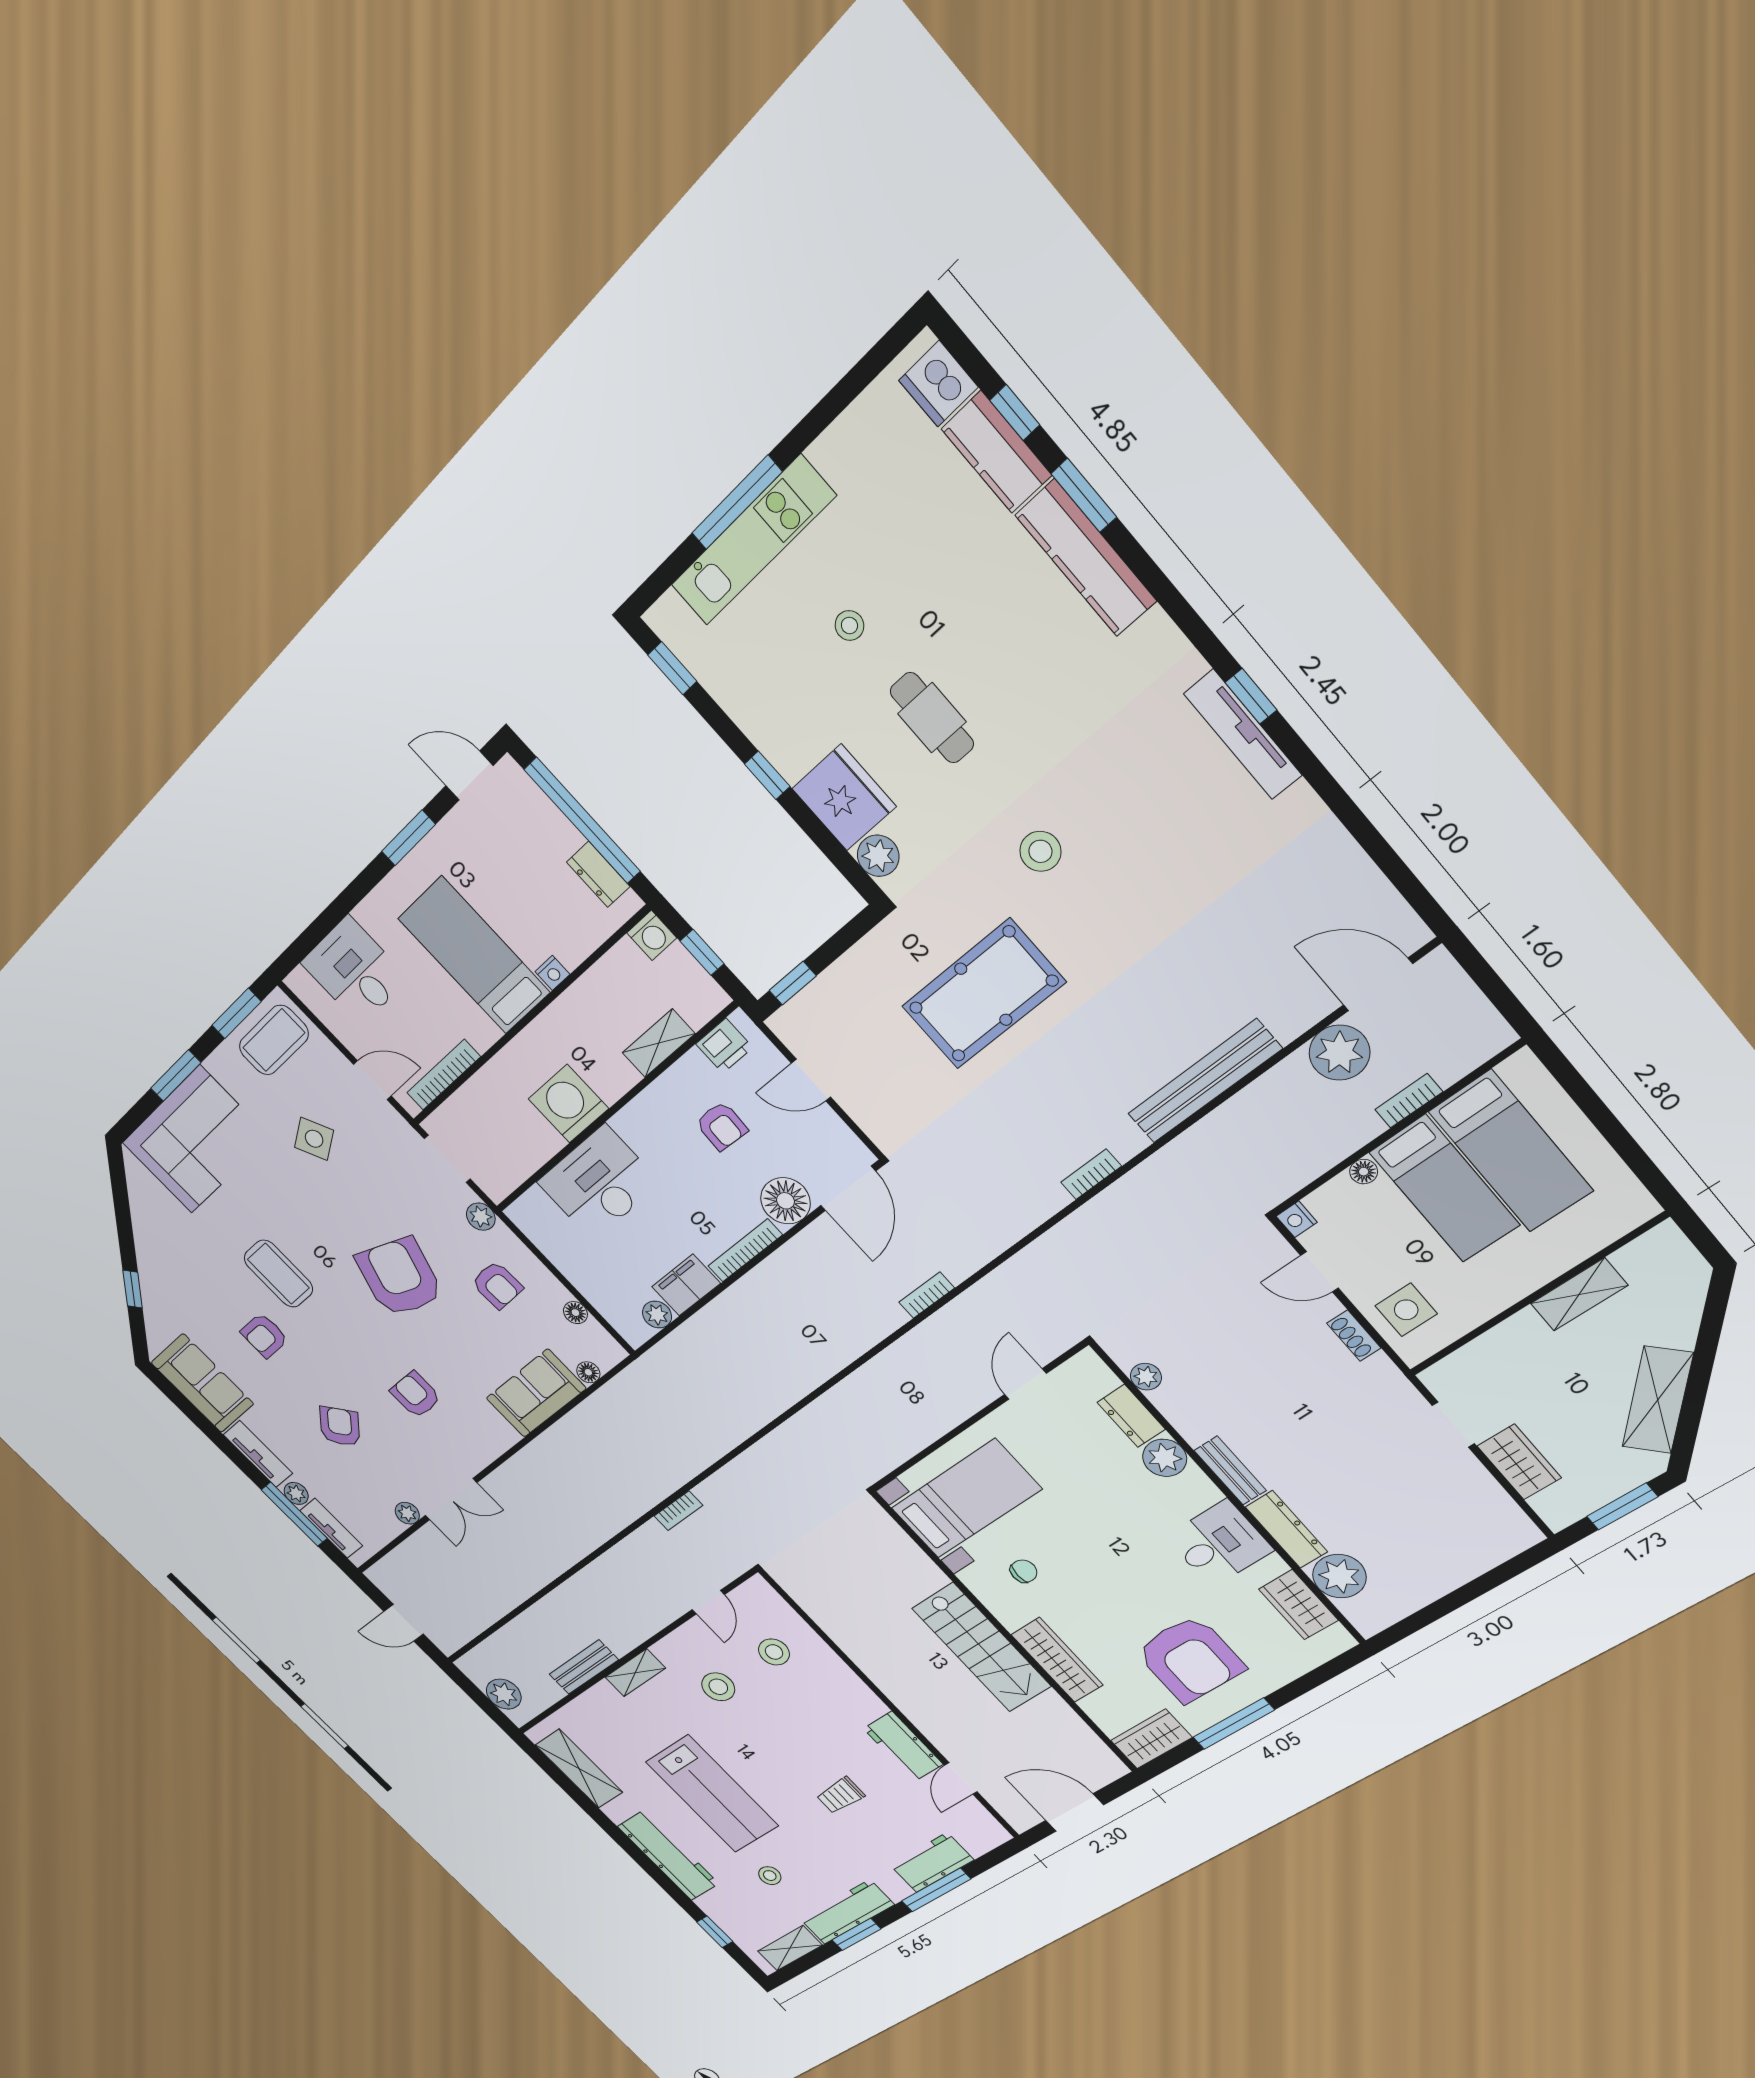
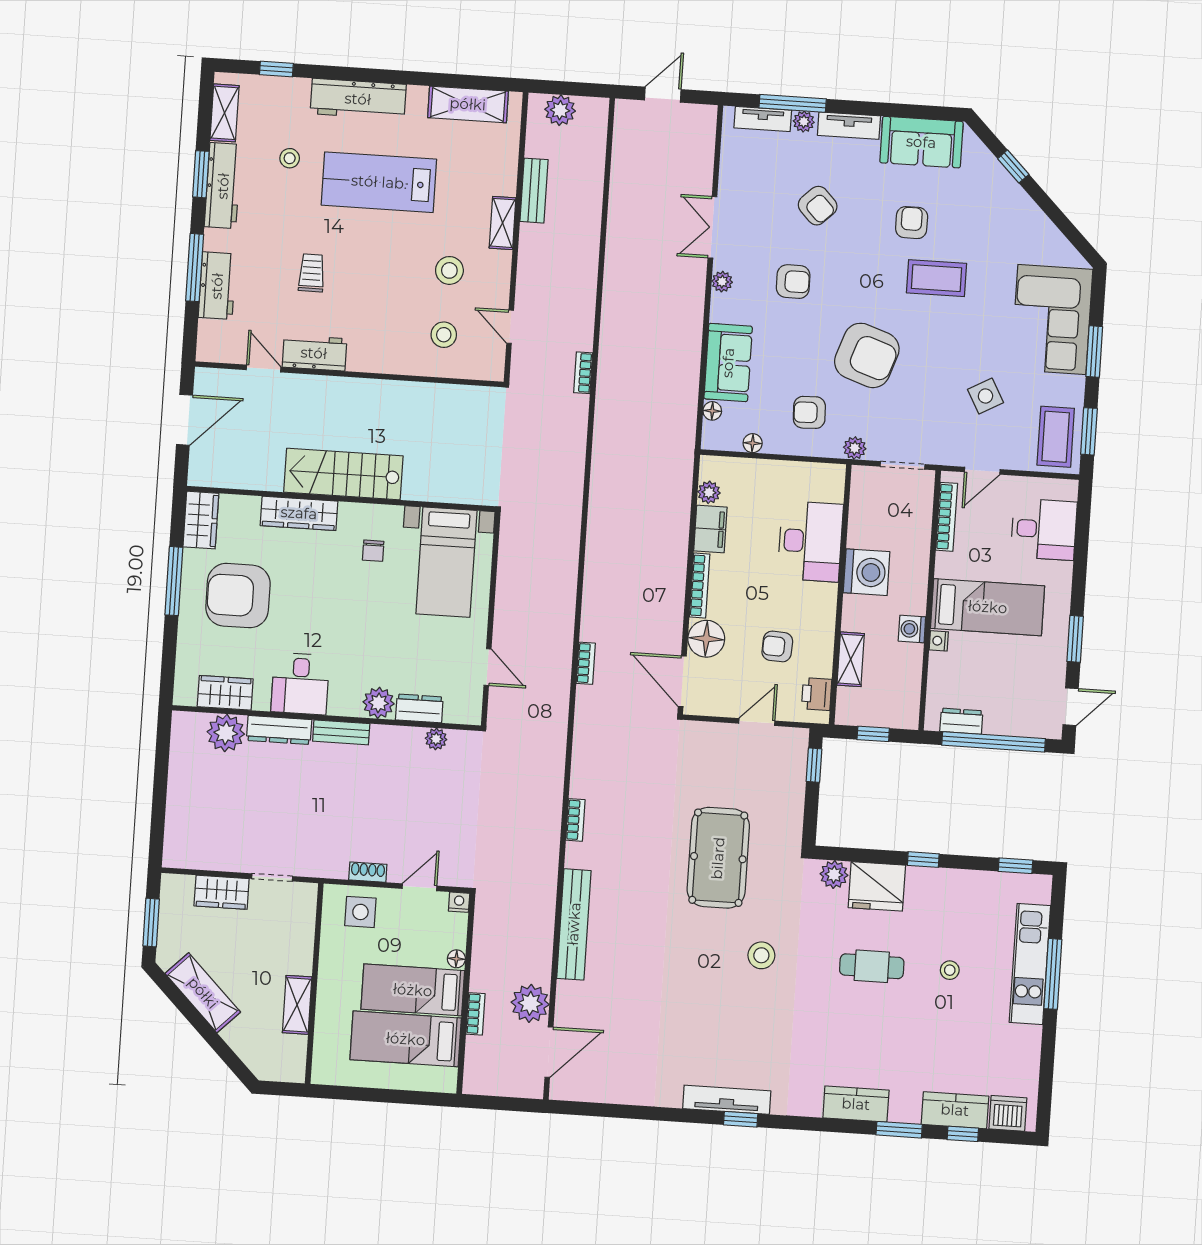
kitchen counter: (1086, 558) -> (856, 1104), width x0.67
washing machine: (652, 935) -> (912, 629), moved
plant: (407, 1513) -> (722, 282), moved

